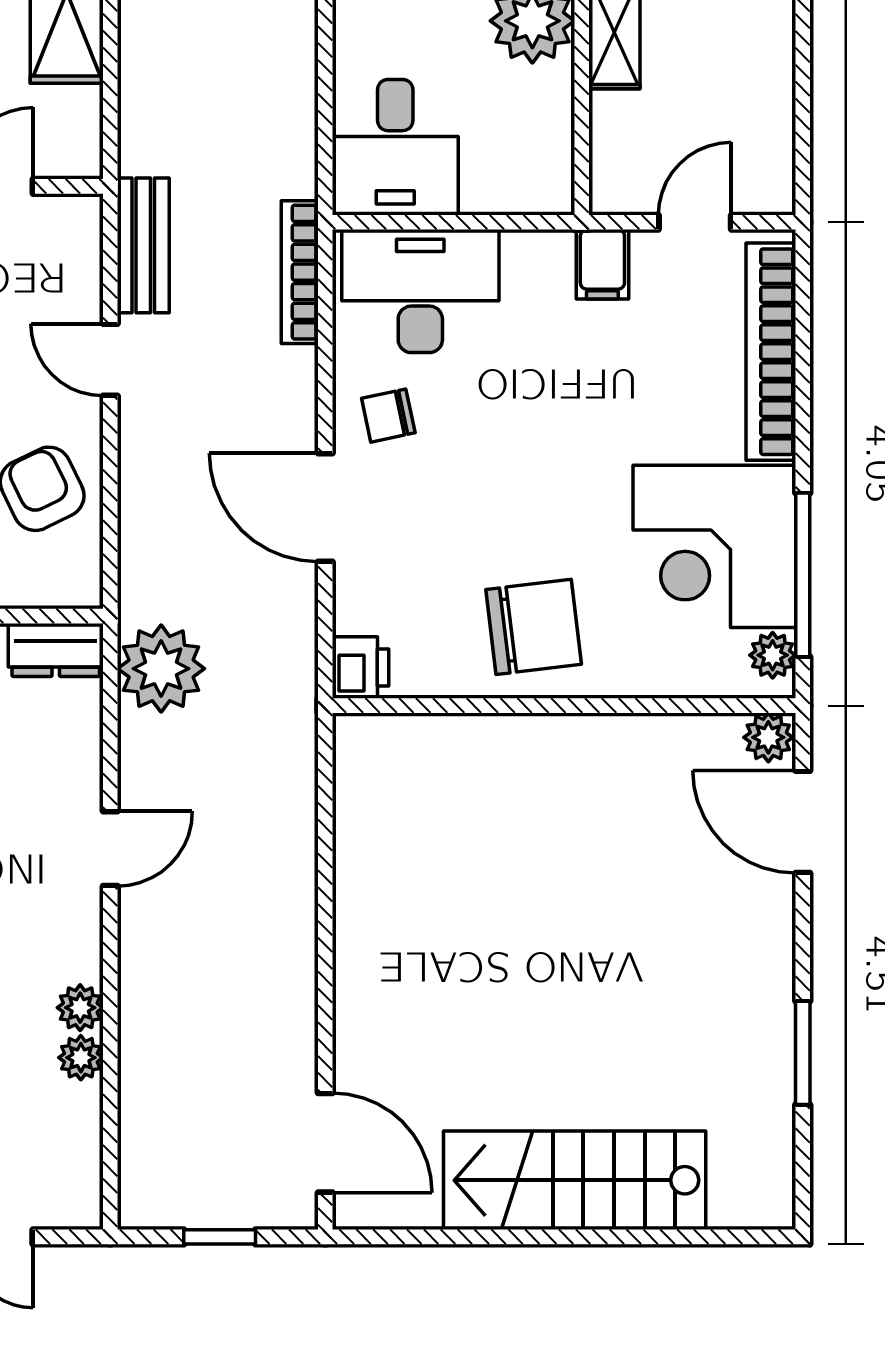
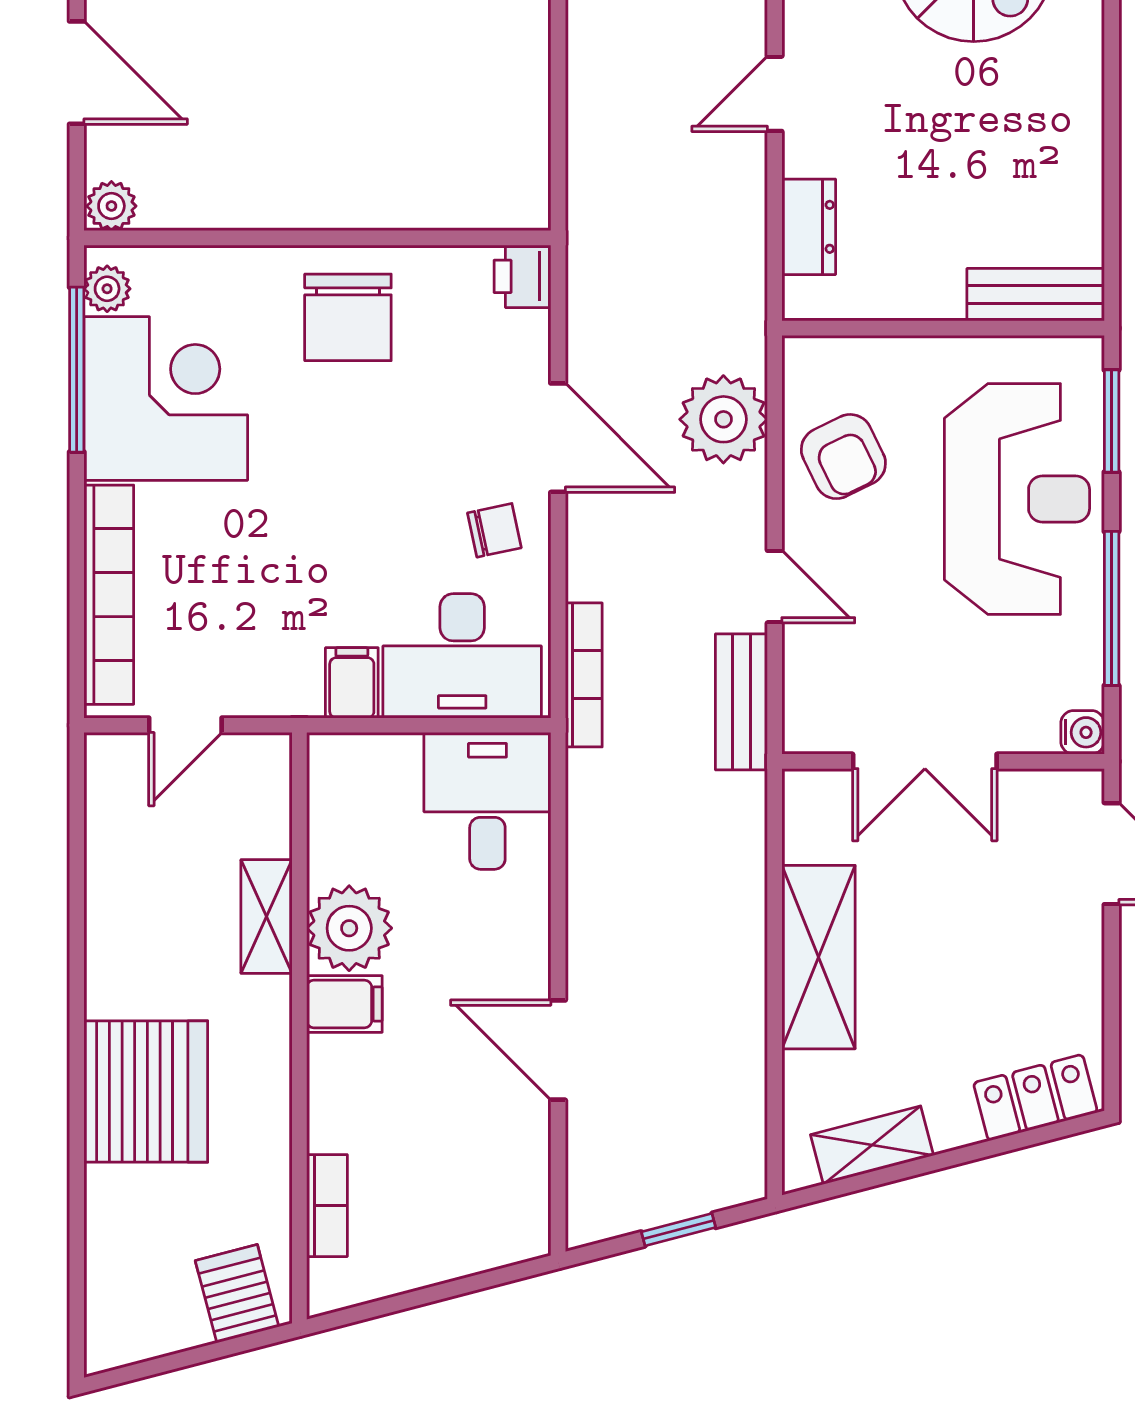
filing cabinet: (602, 264) -> (352, 683), moved
chair: (534, 627) -> (348, 317), turned -83
dresser: (56, 650) -> (809, 227), moved, turned 90
plant: (161, 669) -> (723, 419), moved
door: (803, 822) -> (77, 73), moved

